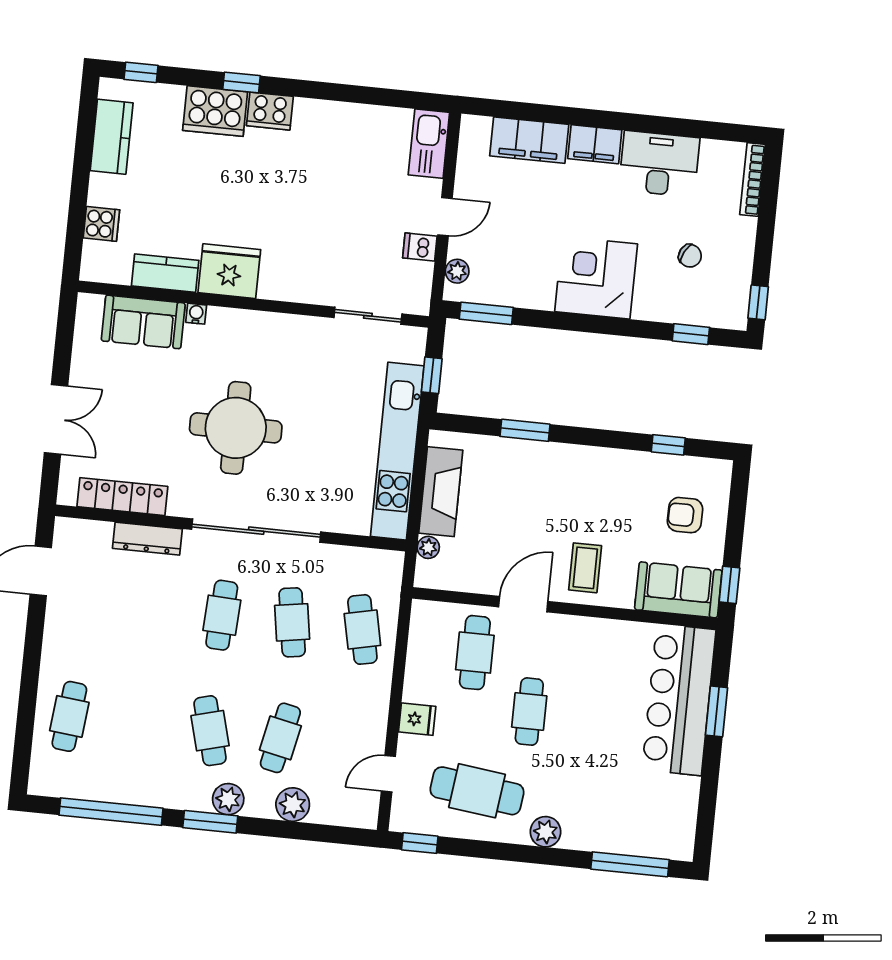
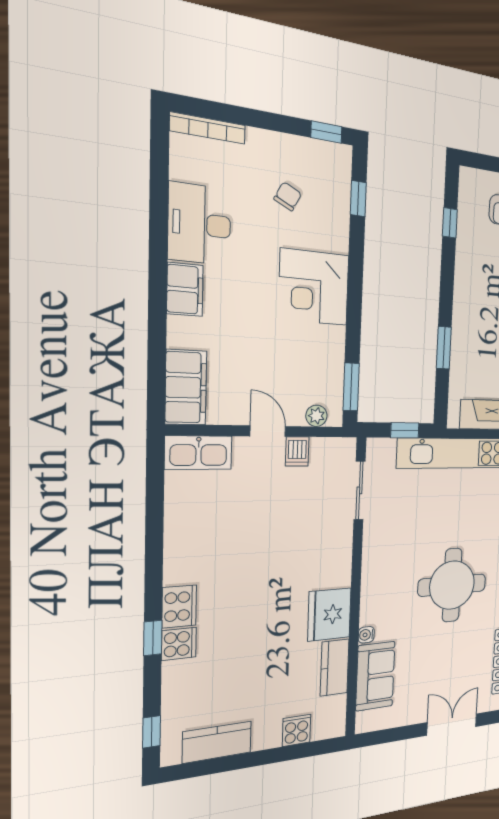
cooker: (215, 111) -> (179, 644), width x0.53, depth x0.76
filing cabinet: (529, 140) -> (186, 387), moved

